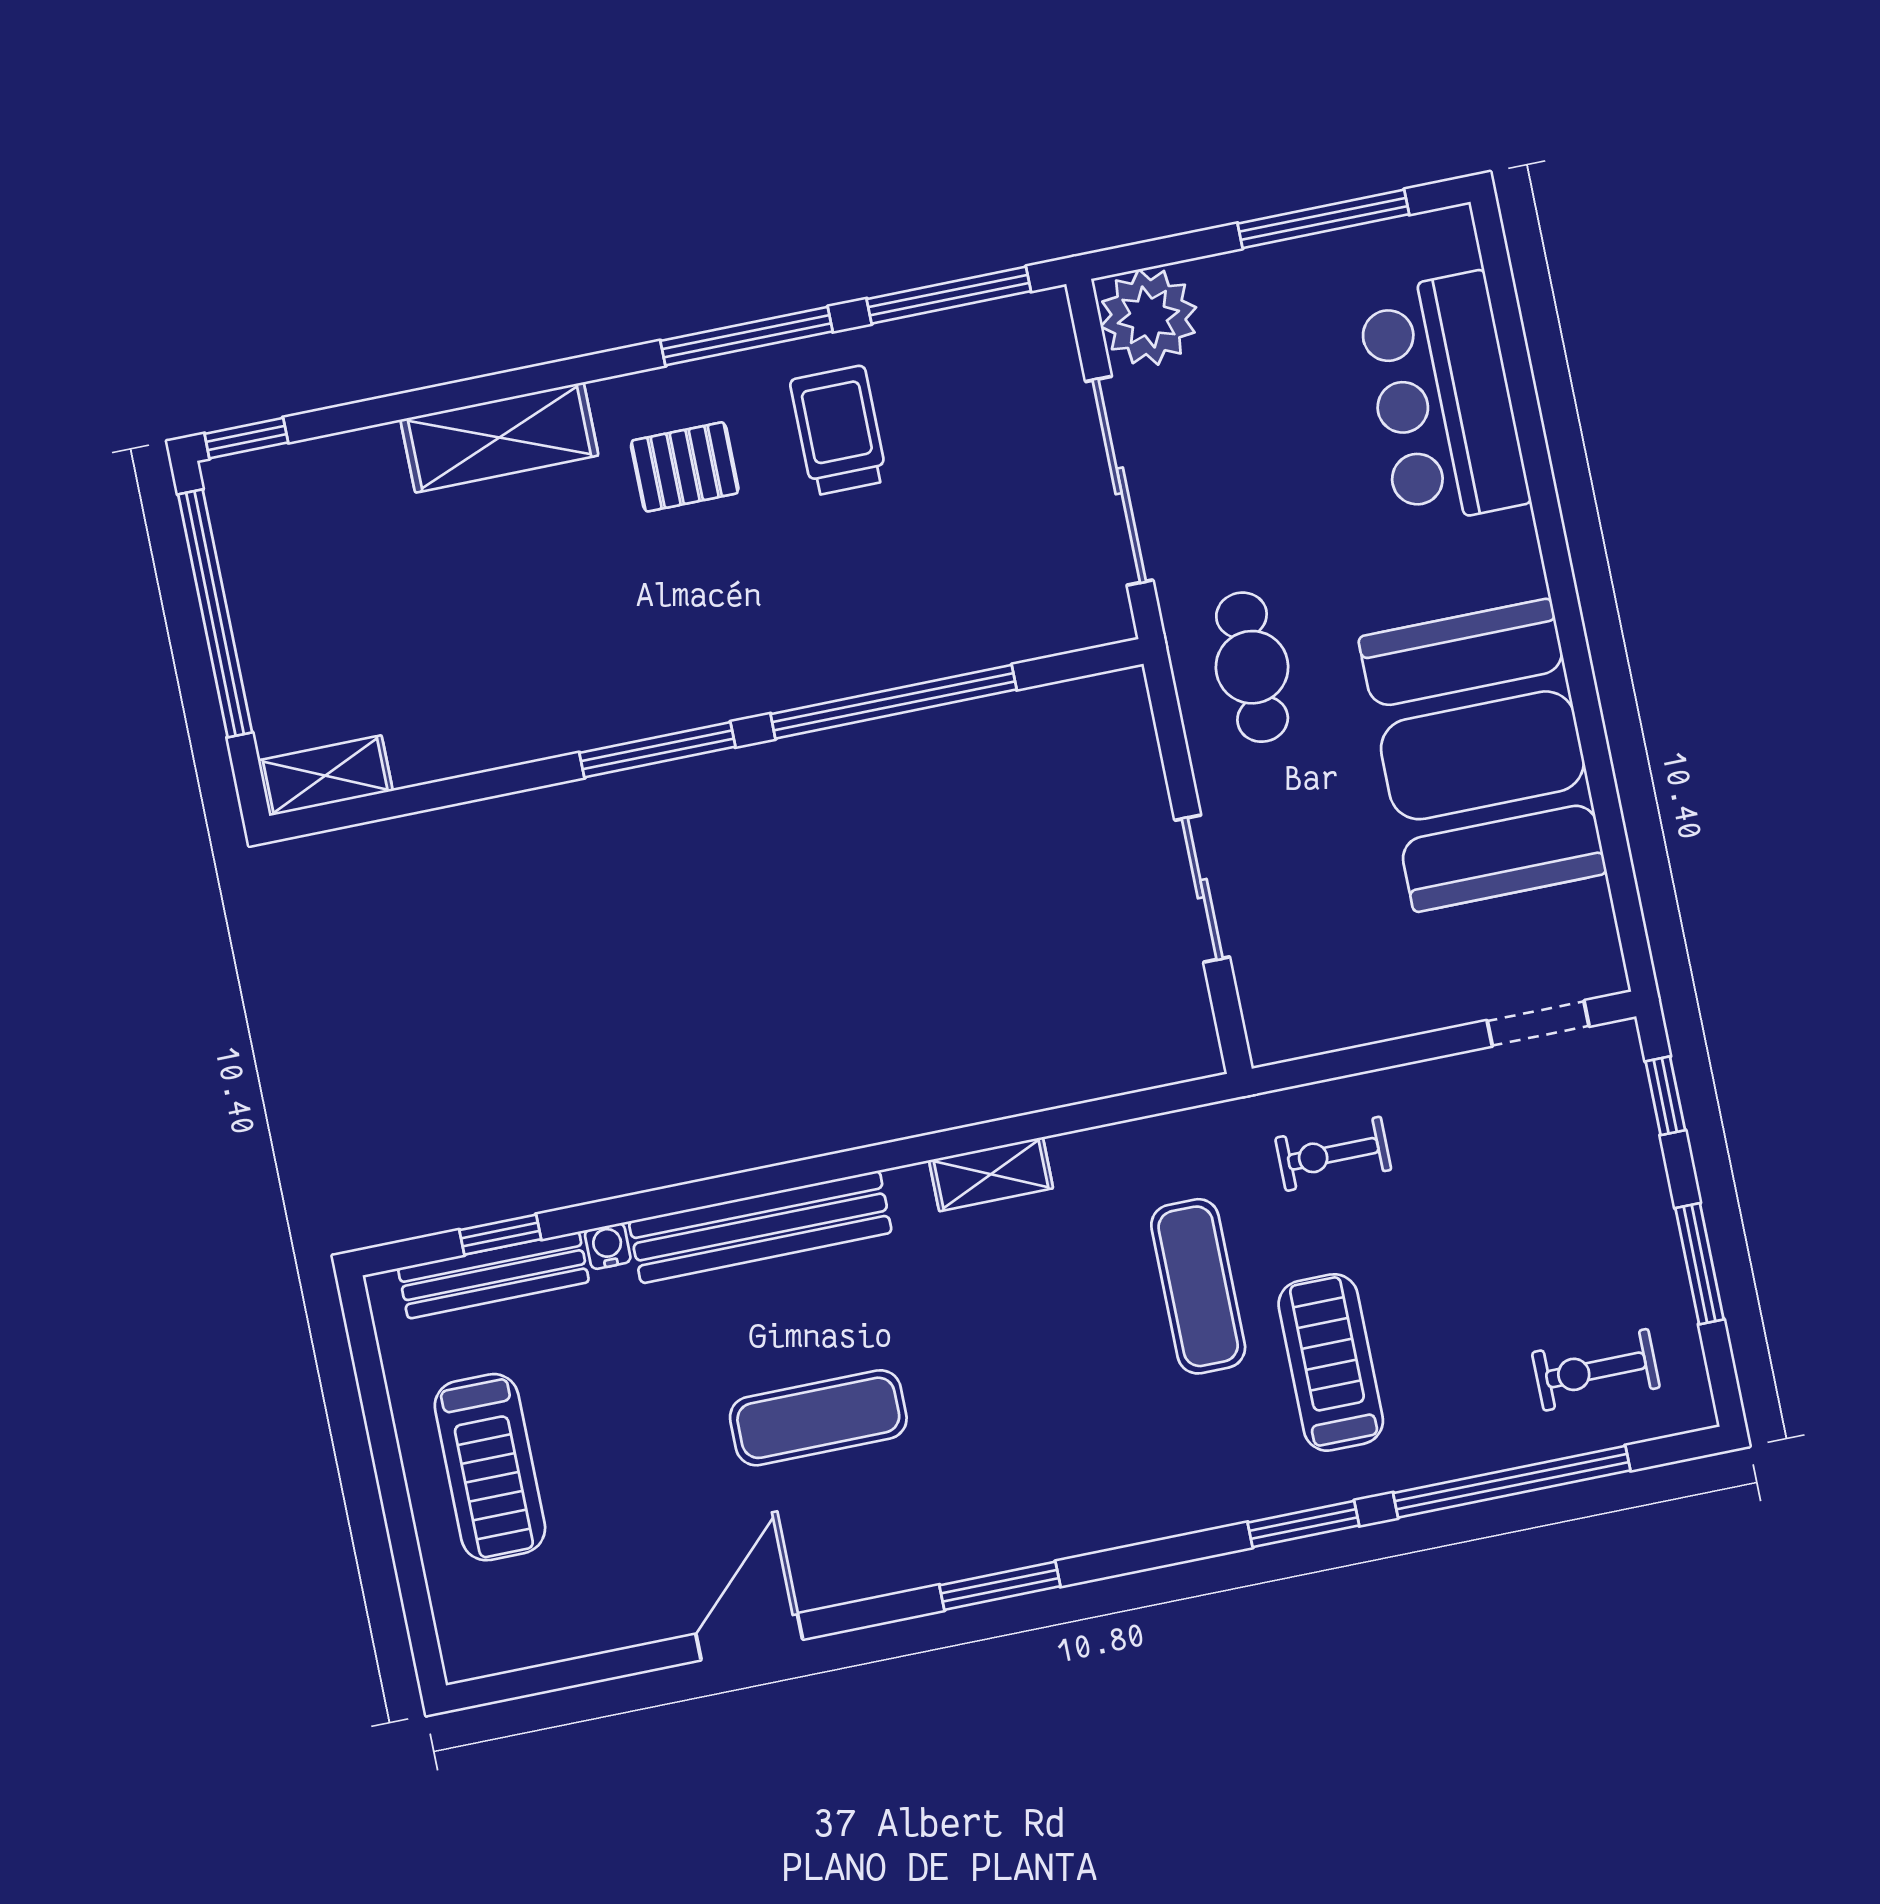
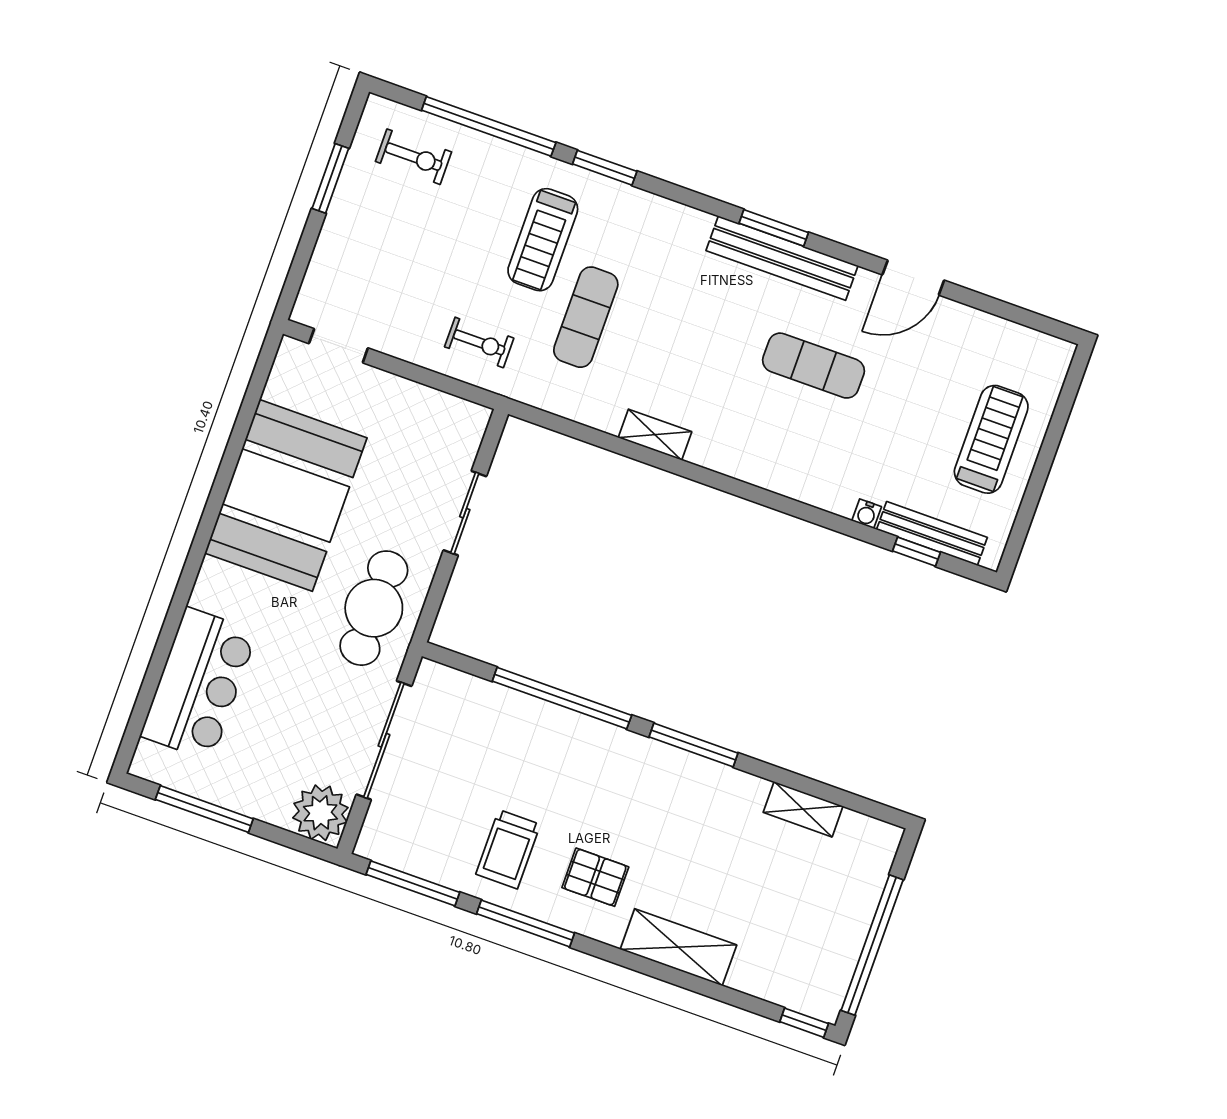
cafe table: (1252, 667) -> (374, 608), width x1.37, depth x1.35
shelving: (325, 776) -> (803, 809), moved
window: (1665, 1096) -> (297, 272), removed
bench: (760, 1227) -> (782, 258), moved

